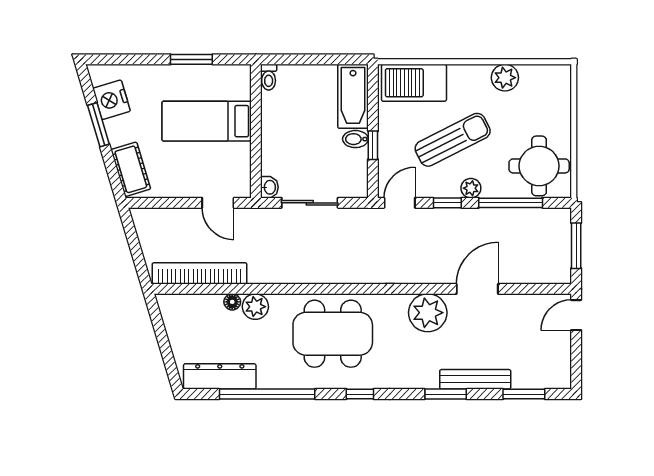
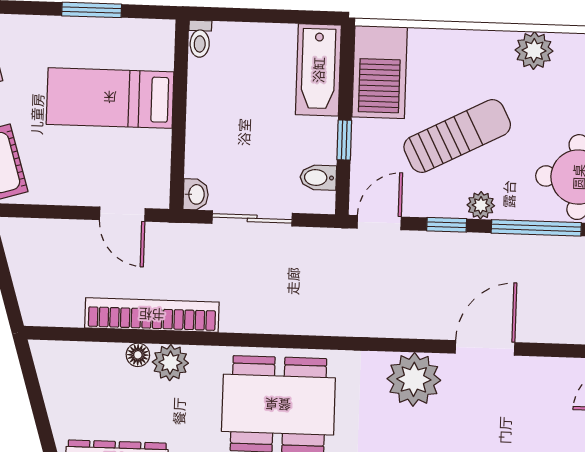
barbecue: (414, 83) -> (380, 72), moved, turned -90
bidet: (355, 139) -> (318, 178), moved
bookcase: (199, 273) -> (152, 315), moved

